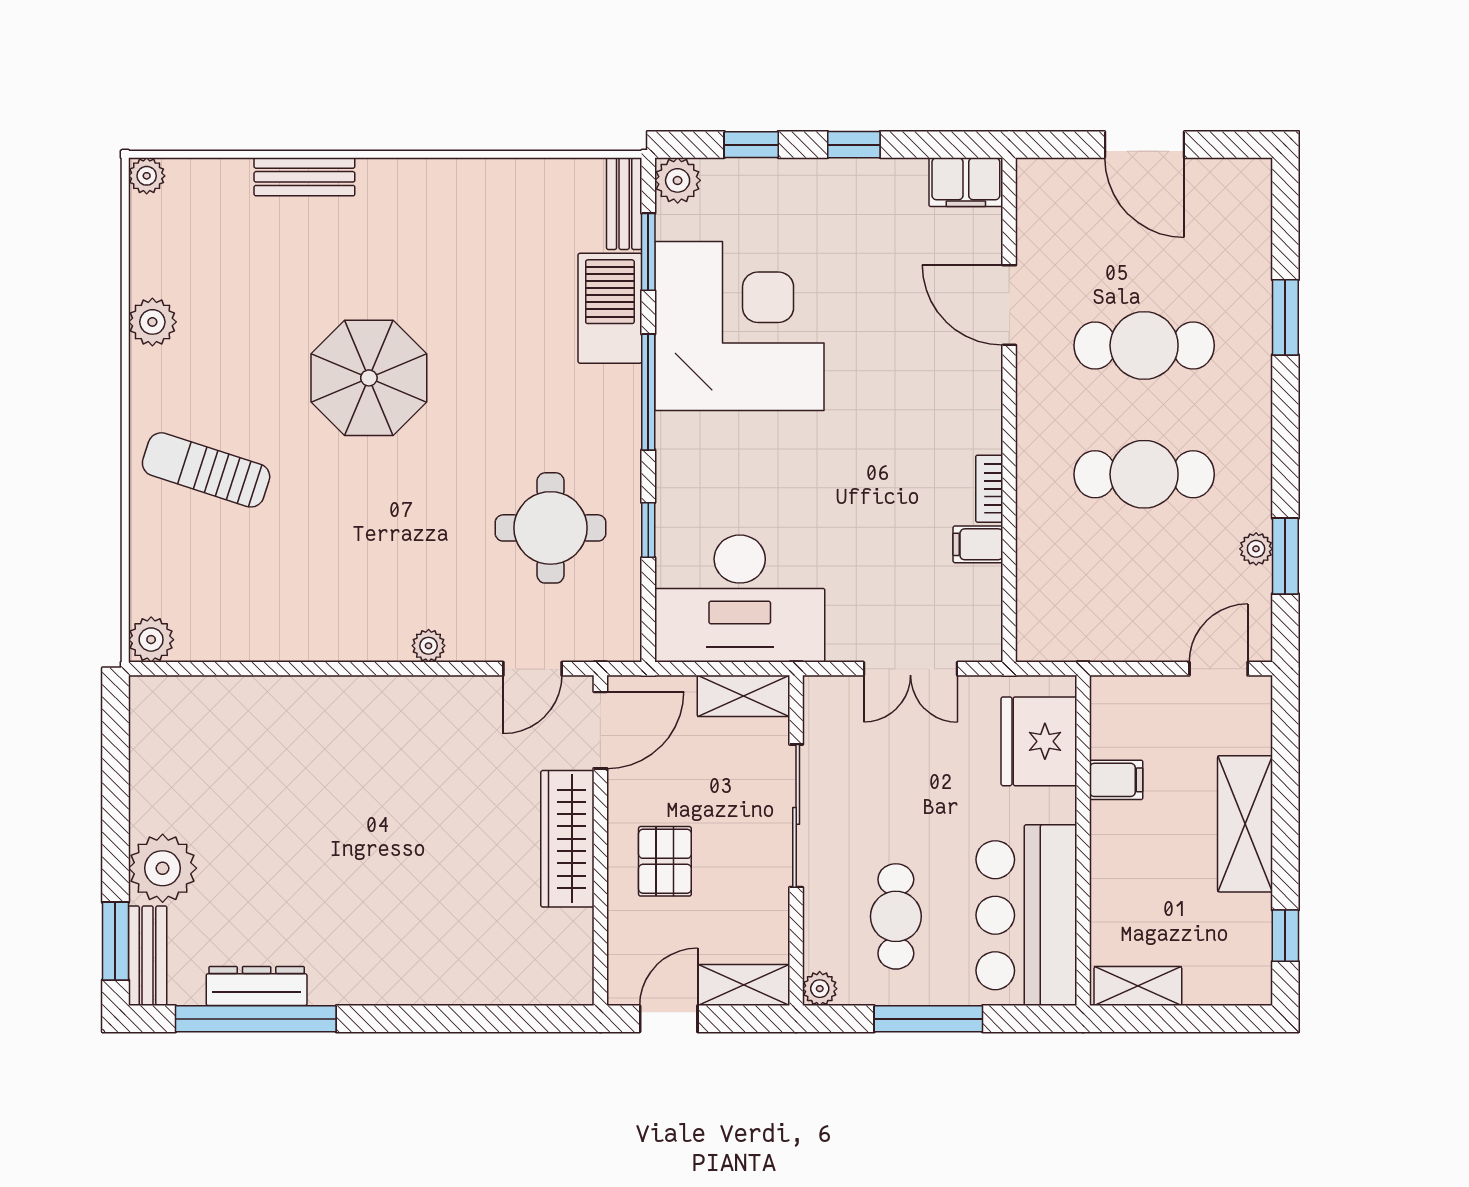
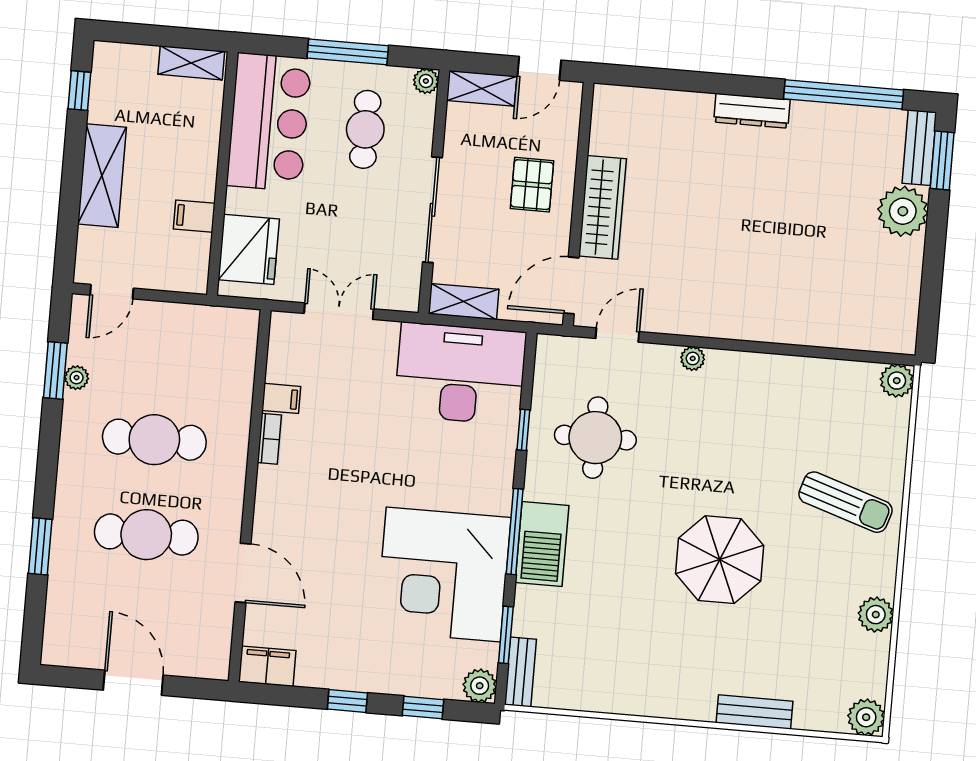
plant: (147, 176) -> (866, 717), width x1.38, depth x1.38
barbecue: (610, 308) -> (542, 544), moved
dresser: (257, 986) -> (752, 111), moved

